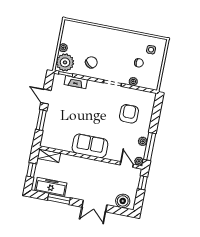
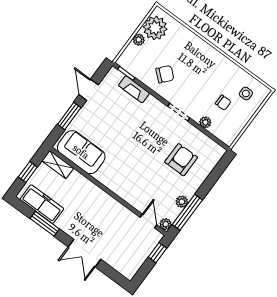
plant: (65, 62) -> (155, 28), moved
sofa: (90, 146) -> (81, 152), moved
boiler: (123, 201) -> (122, 264), removed

